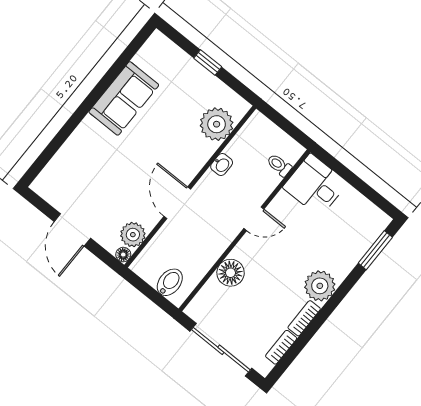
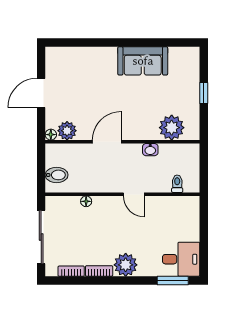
desk: (315, 185) -> (181, 259), moved, turned 90
floor lamp: (231, 273) -> (86, 201), width x0.53, depth x0.53

